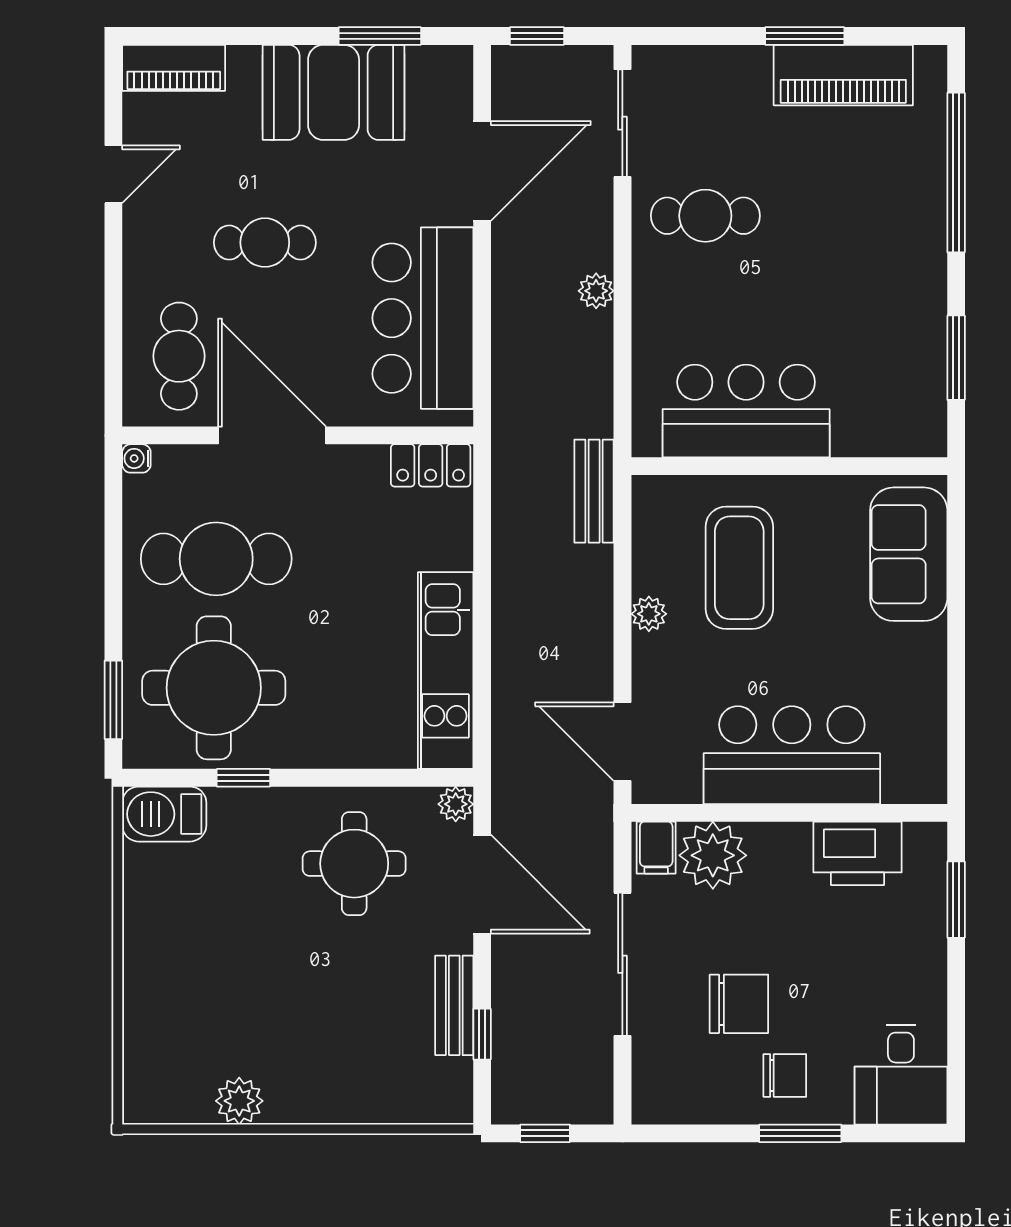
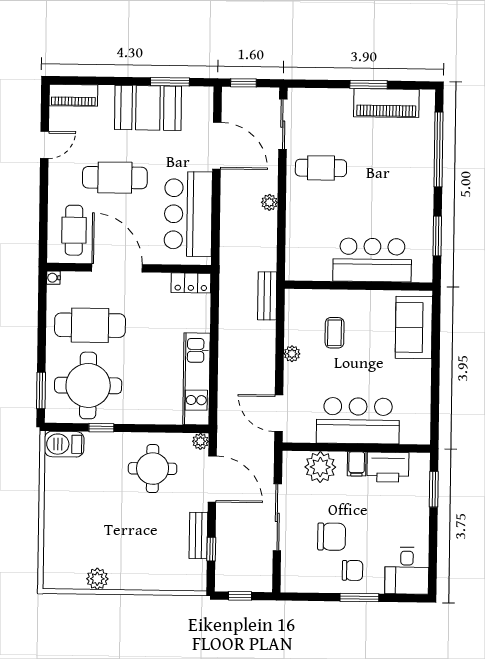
door: (482, 171) -> (217, 146), hinge flipped
cafe table: (265, 243) -> (115, 178), width x1.37, depth x1.35
bar counter: (746, 411) -> (372, 260), moved
coffee table: (739, 568) -> (335, 333), width x0.54, depth x0.58
filing cabinet: (656, 848) -> (357, 464), moved

